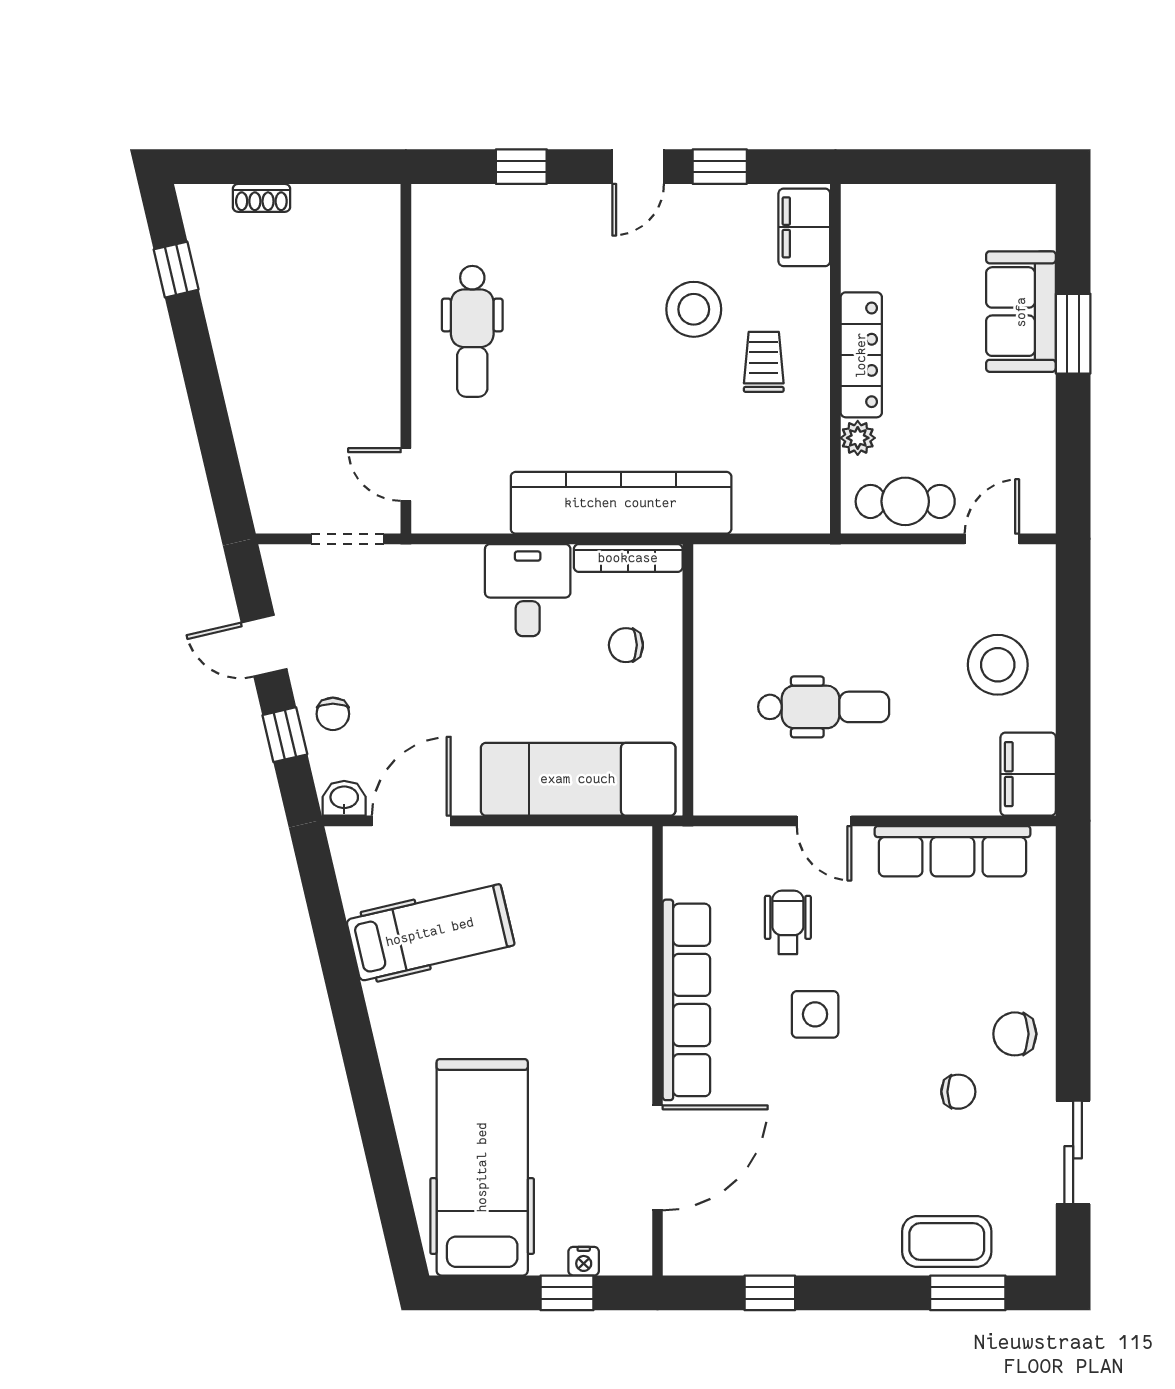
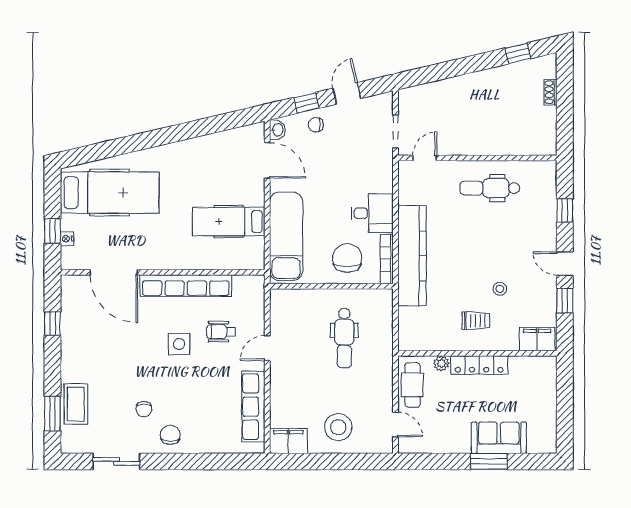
stool: (694, 309) -> (500, 289), width x0.53, depth x0.53
chair: (626, 645) -> (347, 258), width x1.87, depth x1.87
dental chair: (824, 707) -> (344, 338), moved
wheelchair: (788, 922) -> (221, 332), turned 180
hospital bed: (430, 932) -> (229, 222), moved, turned 103

